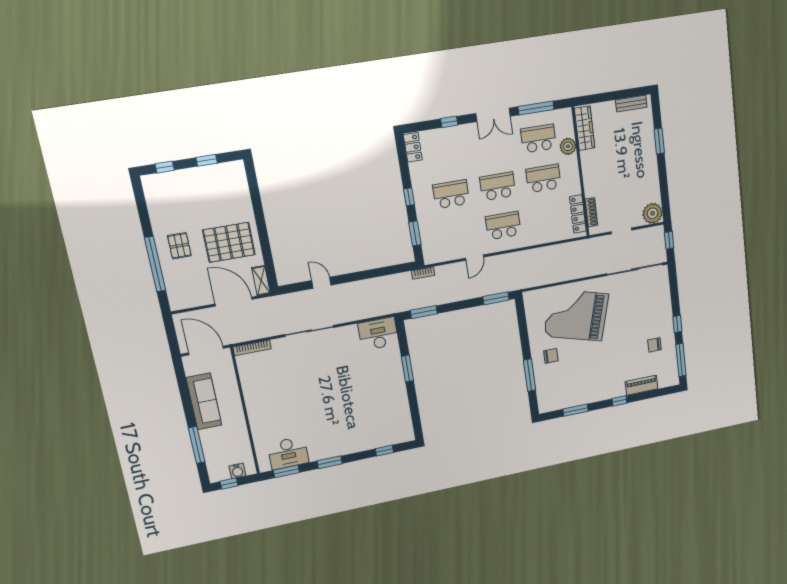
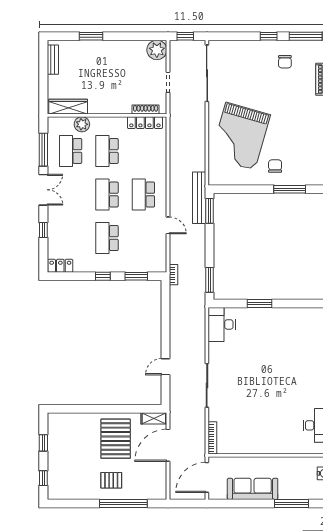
bench: (508, 285) -> (199, 198), added

